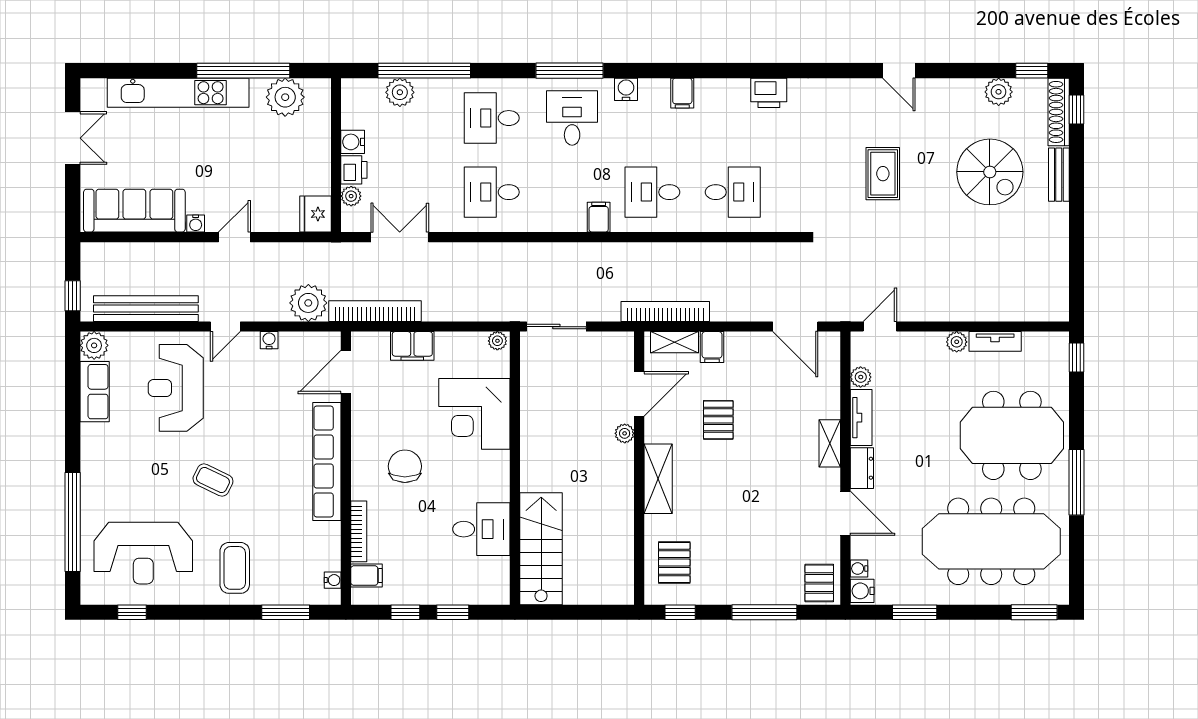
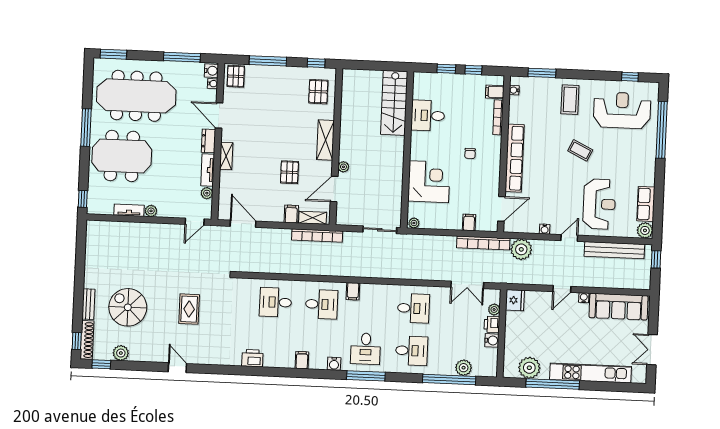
filing cabinet: (412, 346) -> (469, 222), width x0.50
chair: (405, 466) -> (470, 153), width x0.54, depth x0.54
window: (915, 612) -> (182, 57), width x1.44

